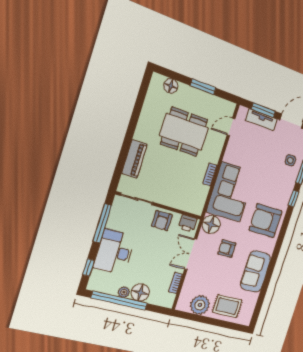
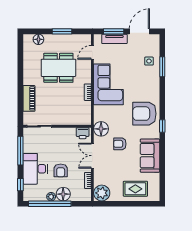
corner sofa: (231, 192) -> (108, 84), moved
window: (294, 198) -> (162, 126), moved
armchair: (162, 221) -> (61, 170), moved
plant: (200, 305) -> (102, 193), moved

